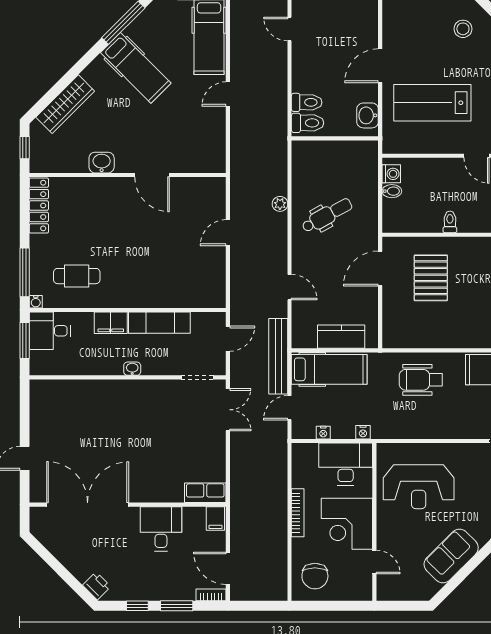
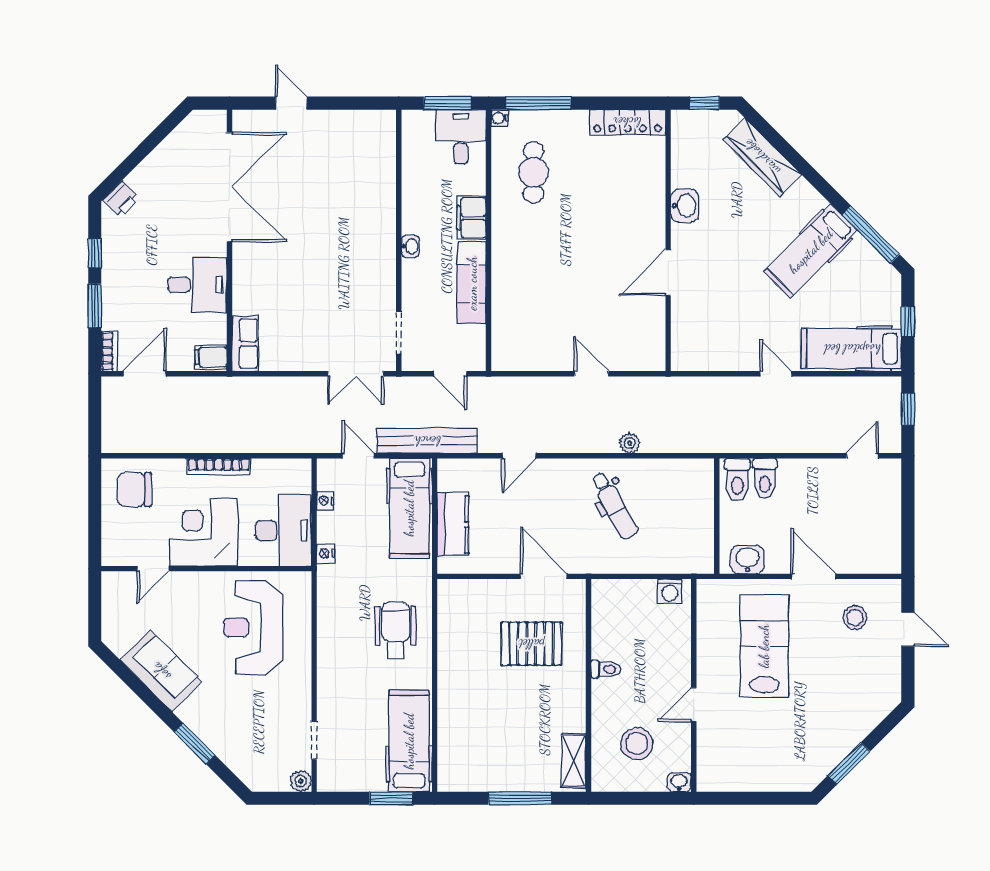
stool: (463, 29) -> (855, 618), moved
bidet: (392, 191) -> (647, 592), removed

